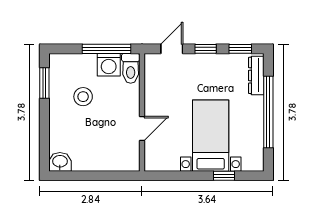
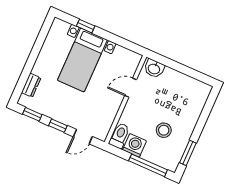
window: (106, 49) -> (148, 165), moved
dresser: (256, 75) -> (31, 85), width x0.70
window: (268, 112) -> (32, 59), removed
washbasin: (60, 162) -> (154, 69), moved

